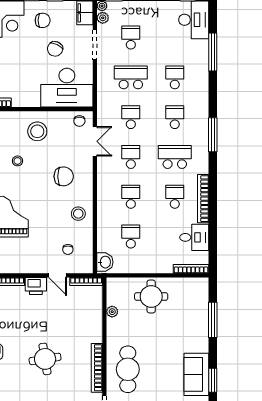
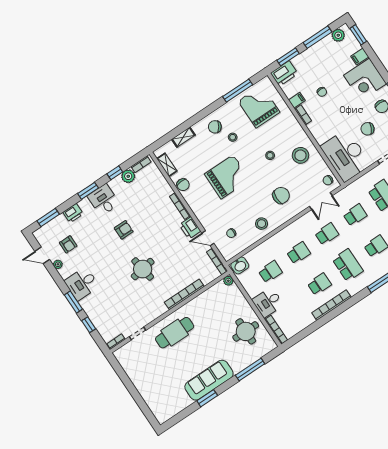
chair: (64, 176) -> (281, 195), turned -90
desk: (194, 237) -> (268, 302), moved, turned 90
door: (58, 275) -> (208, 238), hinge flipped
round table: (151, 297) -> (246, 331), moved
plant: (112, 312) -> (228, 281), moved
bookcase: (97, 368) -> (184, 294), moved
sofa: (196, 374) -> (209, 380), width x1.36

